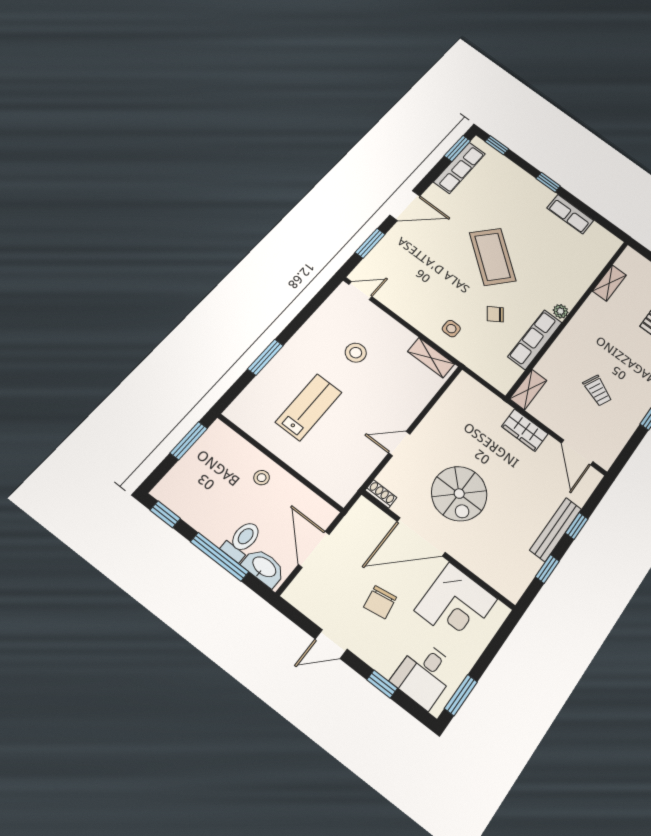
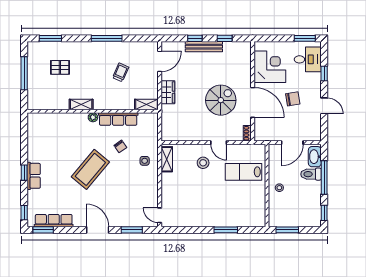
row of seats: (570, 214) -> (34, 176), moved
shelving: (609, 283) -> (81, 104), moved
stool: (356, 353) -> (203, 163), moved
lab bench: (309, 407) -> (244, 172), moved

